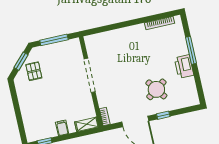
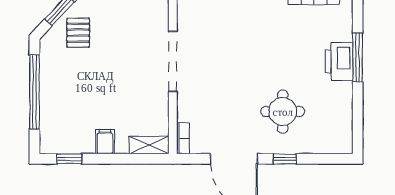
printer: (184, 67) -> (339, 62), moved
round table: (156, 89) -> (283, 112), turned 36
window: (17, 109) -> (34, 92), added

